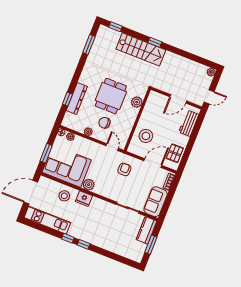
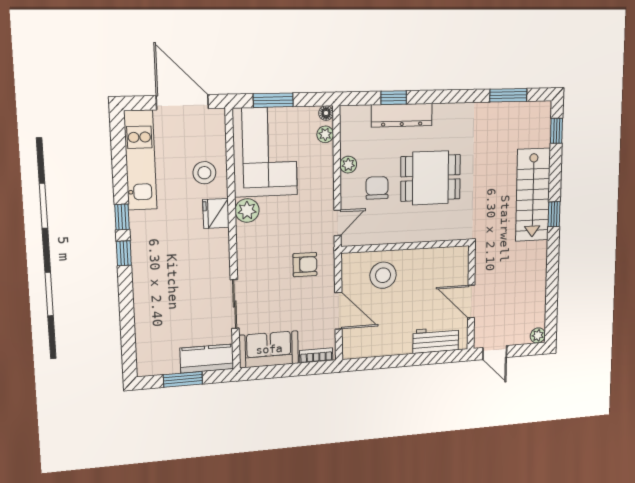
plant: (137, 102) -> (438, 230), removed
pallet: (175, 153) -> (372, 341), removed

